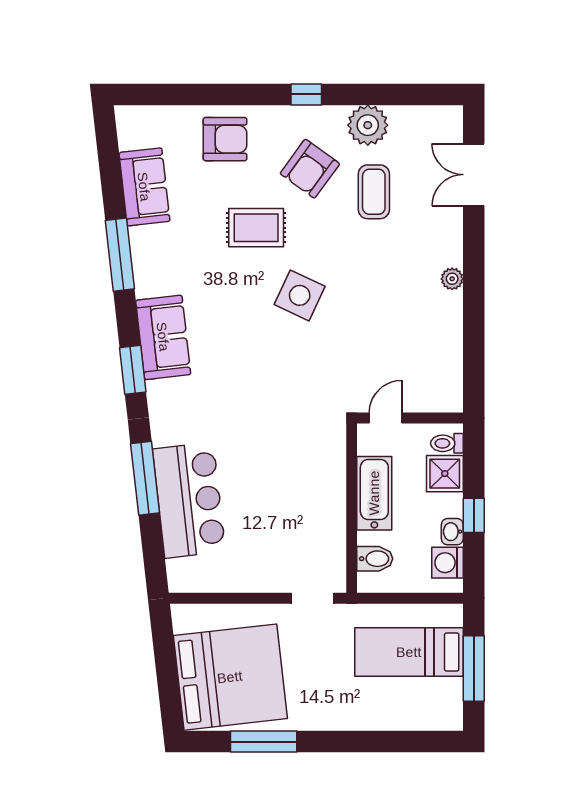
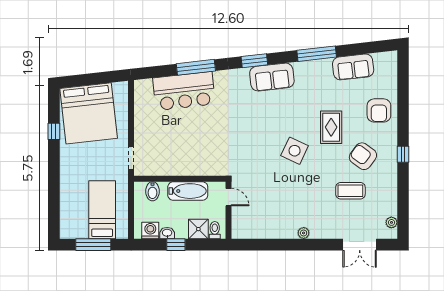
plant: (368, 125) -> (391, 222), moved, width x0.53, depth x0.53
double door: (474, 175) -> (360, 245), swing flipped
window: (264, 742) -> (54, 131), width x0.46

